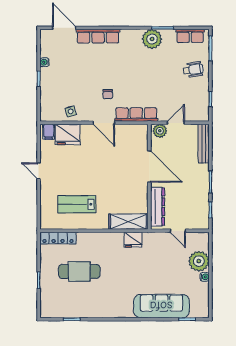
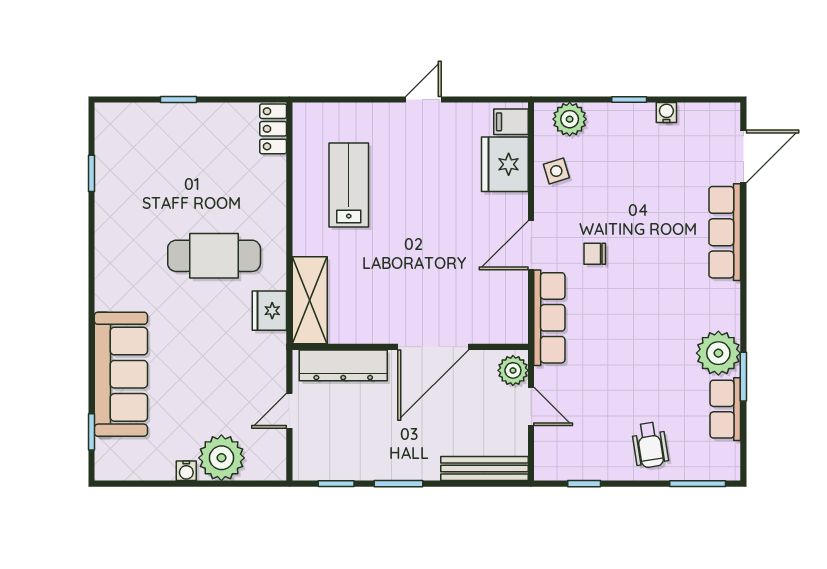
row of seats: (190, 36) -> (725, 409), moved
plant: (47, 105) -> (570, 119), added
locker: (58, 238) -> (273, 129), width x0.66
cafe table: (79, 271) -> (214, 256), moved, turned 90

